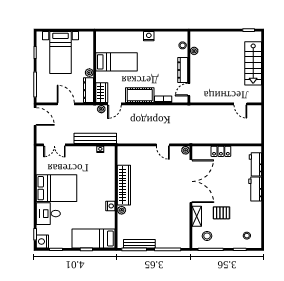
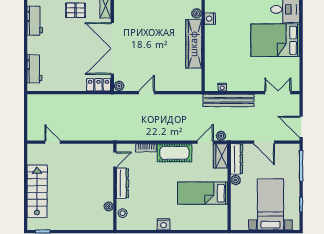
door: (163, 145) -> (147, 93), hinge flipped
locker: (221, 151) -> (98, 85), moved
workbench: (255, 189) -> (35, 21), moved

